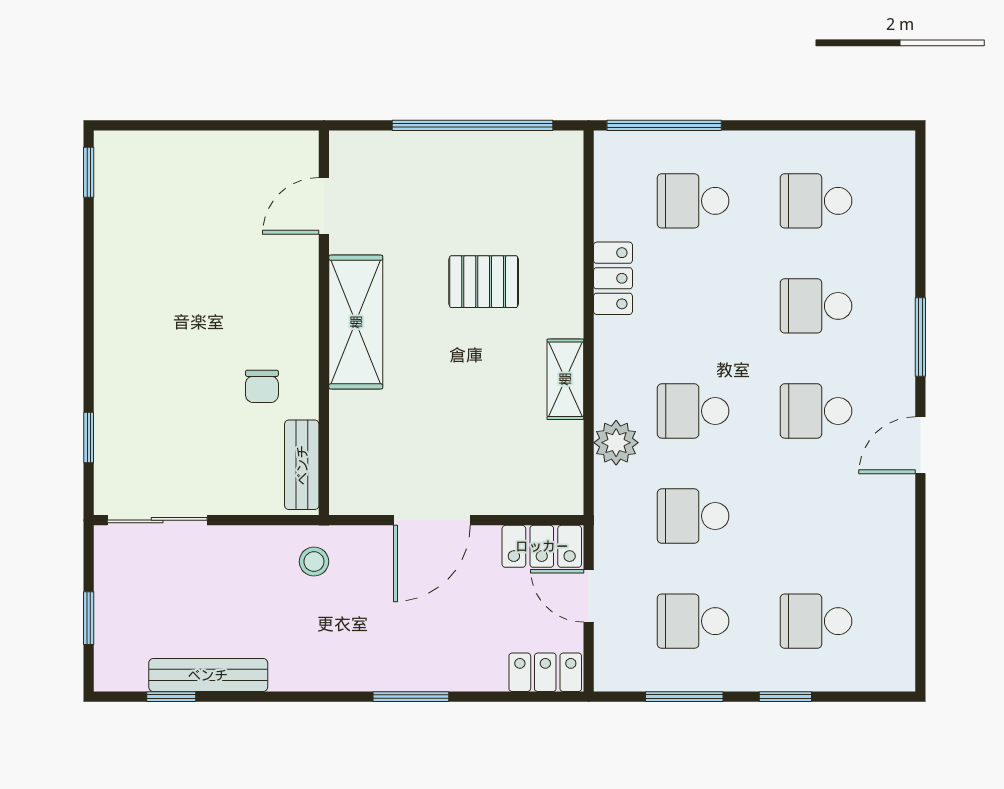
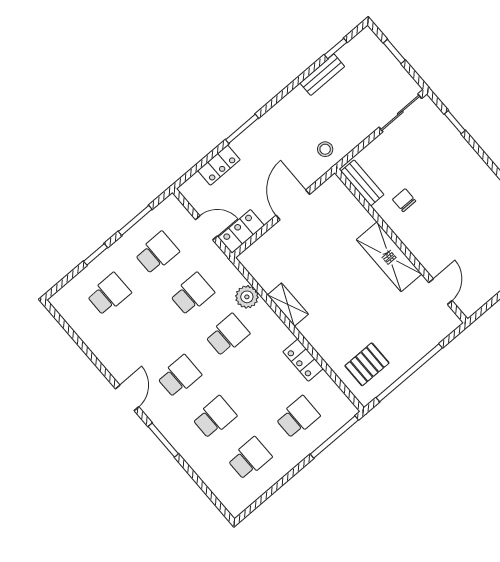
pallet: (484, 282) -> (367, 364), moved
locker: (545, 672) -> (219, 165), moved
bench: (208, 675) -> (322, 75), width x0.73

